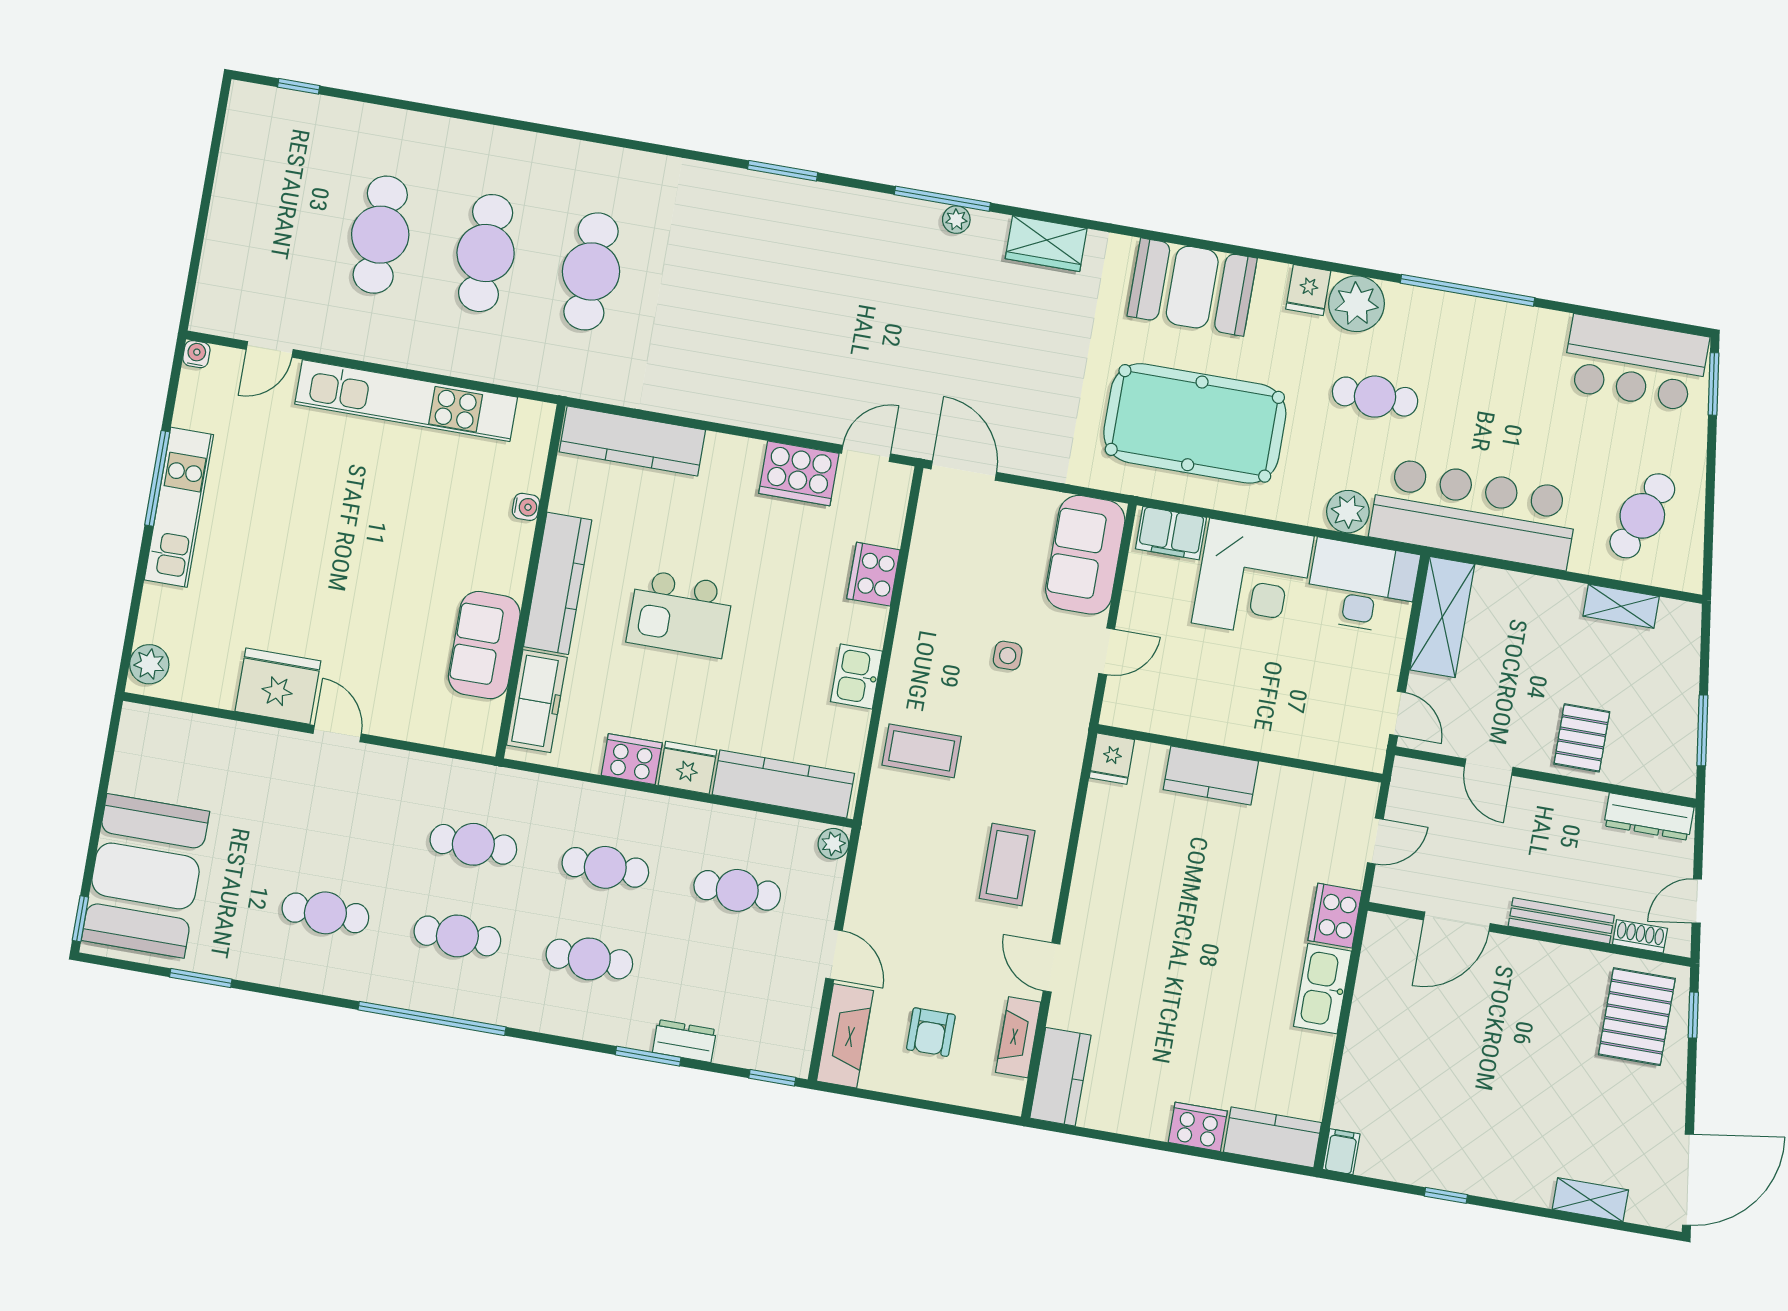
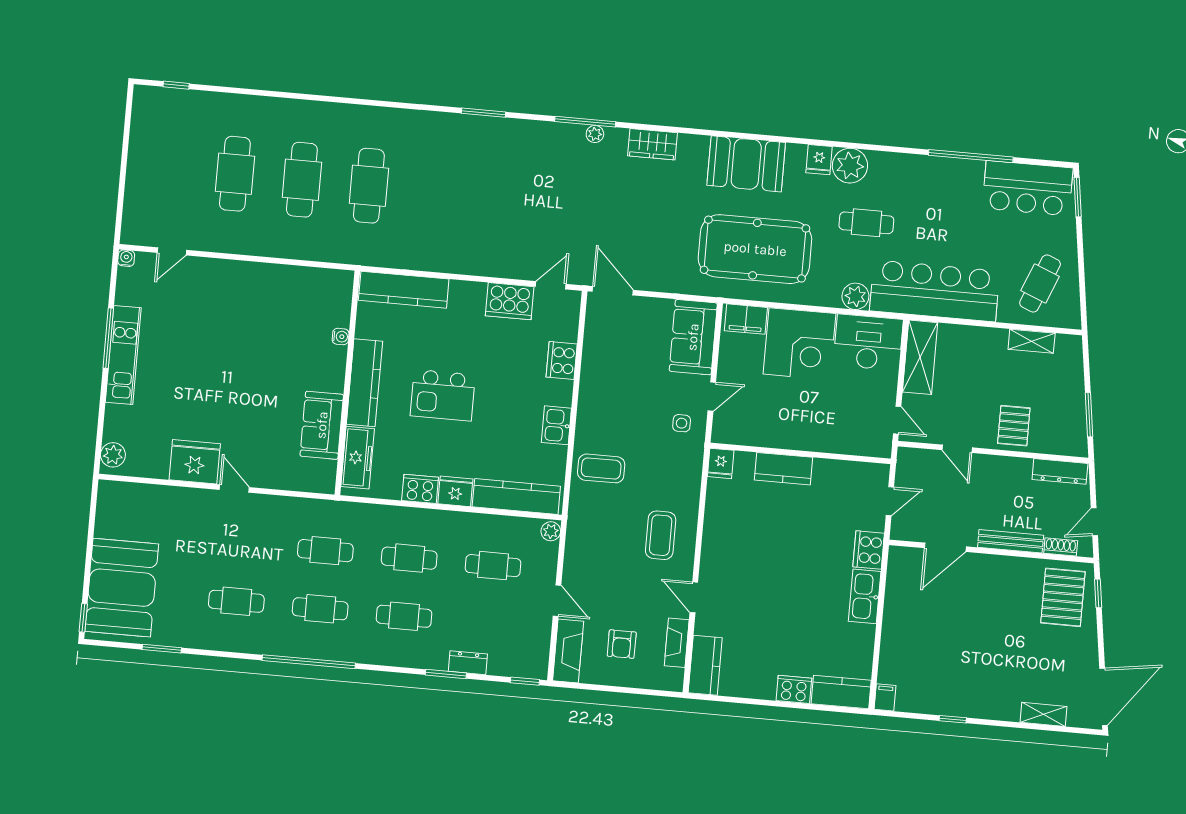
window: (1467, 290) -> (971, 156), moved
kitchen unit: (406, 401) -> (260, 276), removed
side table: (1008, 656) -> (682, 423), moved

